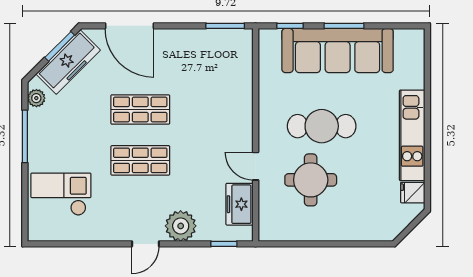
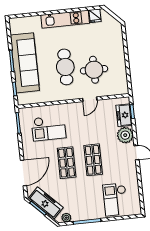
checkout: (209, 83) -> (49, 128), added
freezer: (239, 204) -> (124, 115), moved, turned 90

